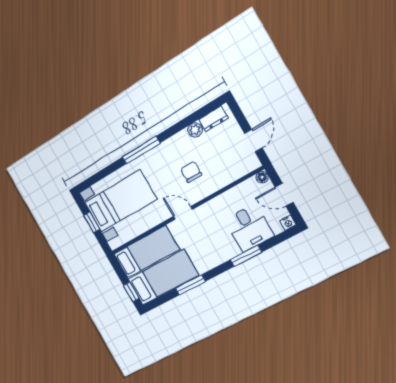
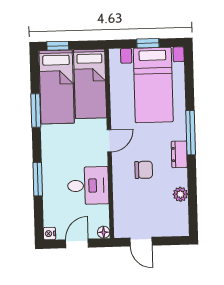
dresser: (213, 119) -> (179, 154), moved
desk: (249, 228) -> (88, 186), moved, turned 180

